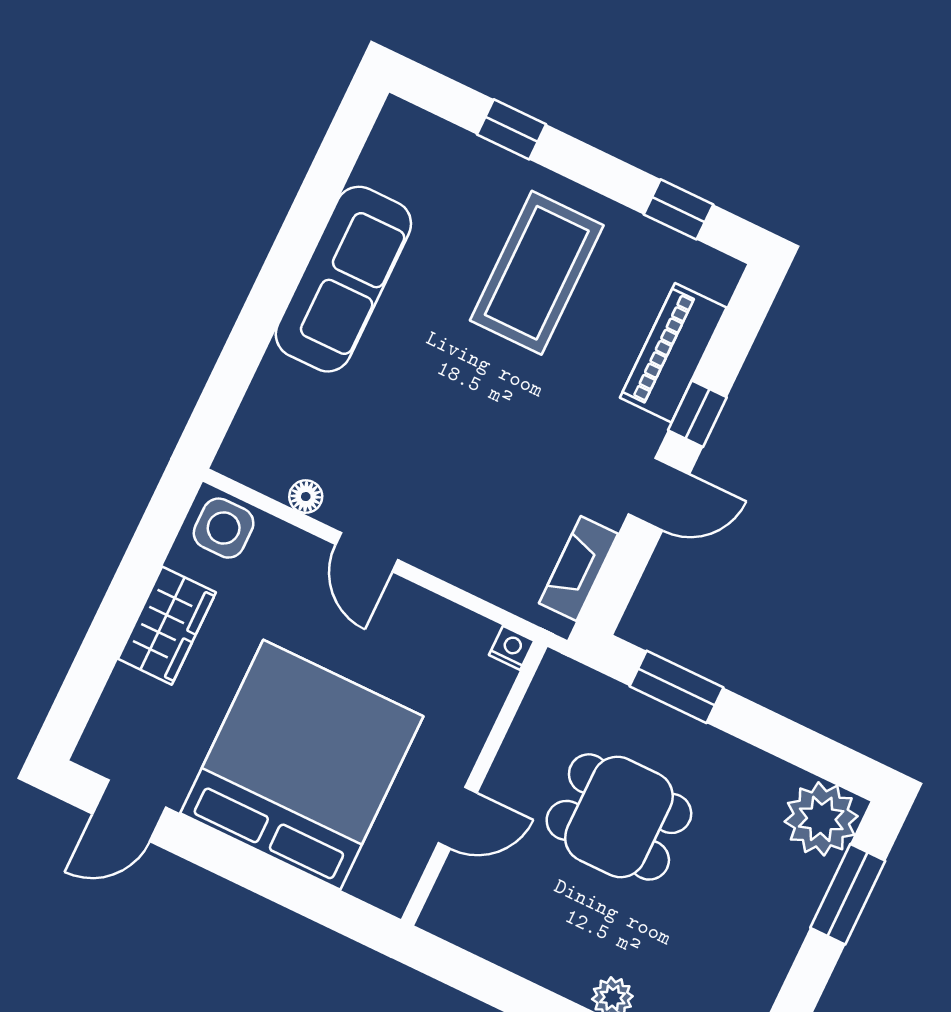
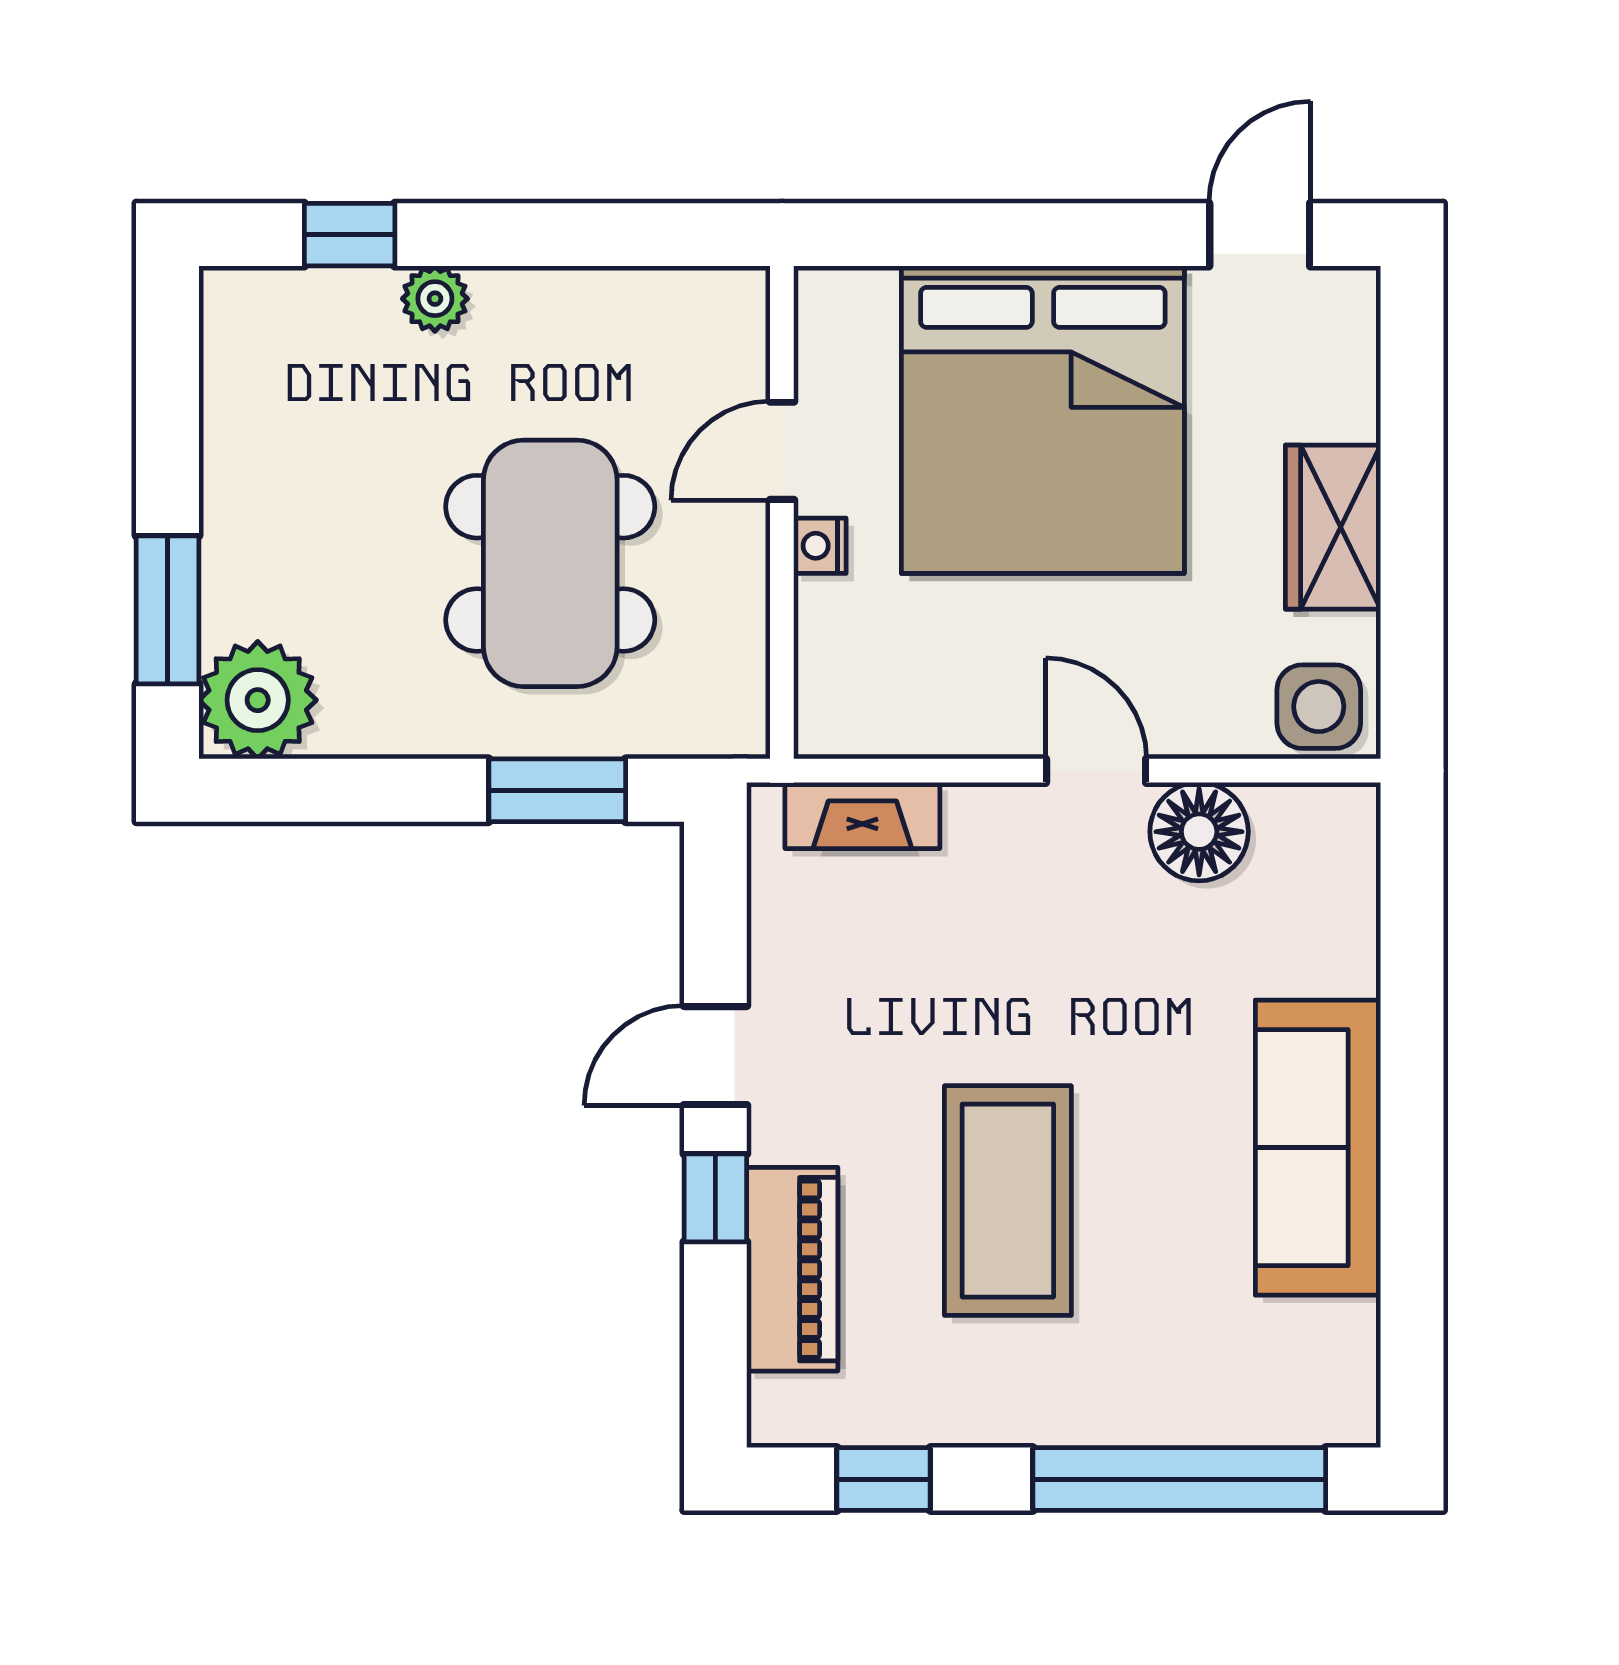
window: (511, 129) -> (1179, 1479), width x3.17
coffee table: (537, 273) -> (1008, 1201), moved
floor lamp: (306, 497) -> (1199, 832), width x1.89, depth x1.89
fireplace: (579, 569) -> (862, 816), moved, turned 90
nightstand: (512, 648) -> (820, 546), moved, turned 90
dining table: (619, 817) -> (550, 563), width x1.38

